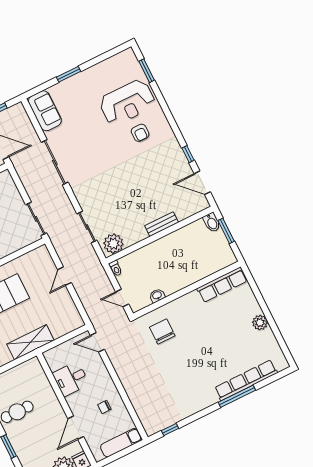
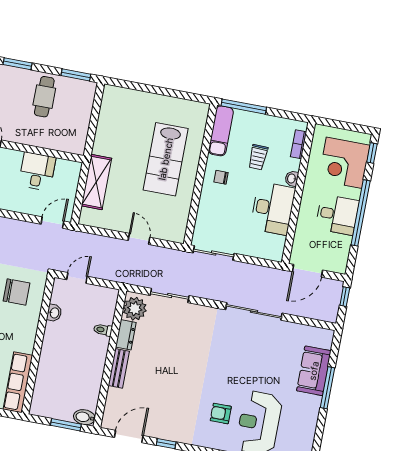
window: (69, 74) -> (328, 388), width x1.44
sofa: (45, 111) -> (314, 371), moved, turned 90
dresser: (135, 236) -> (126, 335), added
toilet: (116, 268) -> (103, 330), moved
shelving: (30, 342) -> (96, 182), moved

